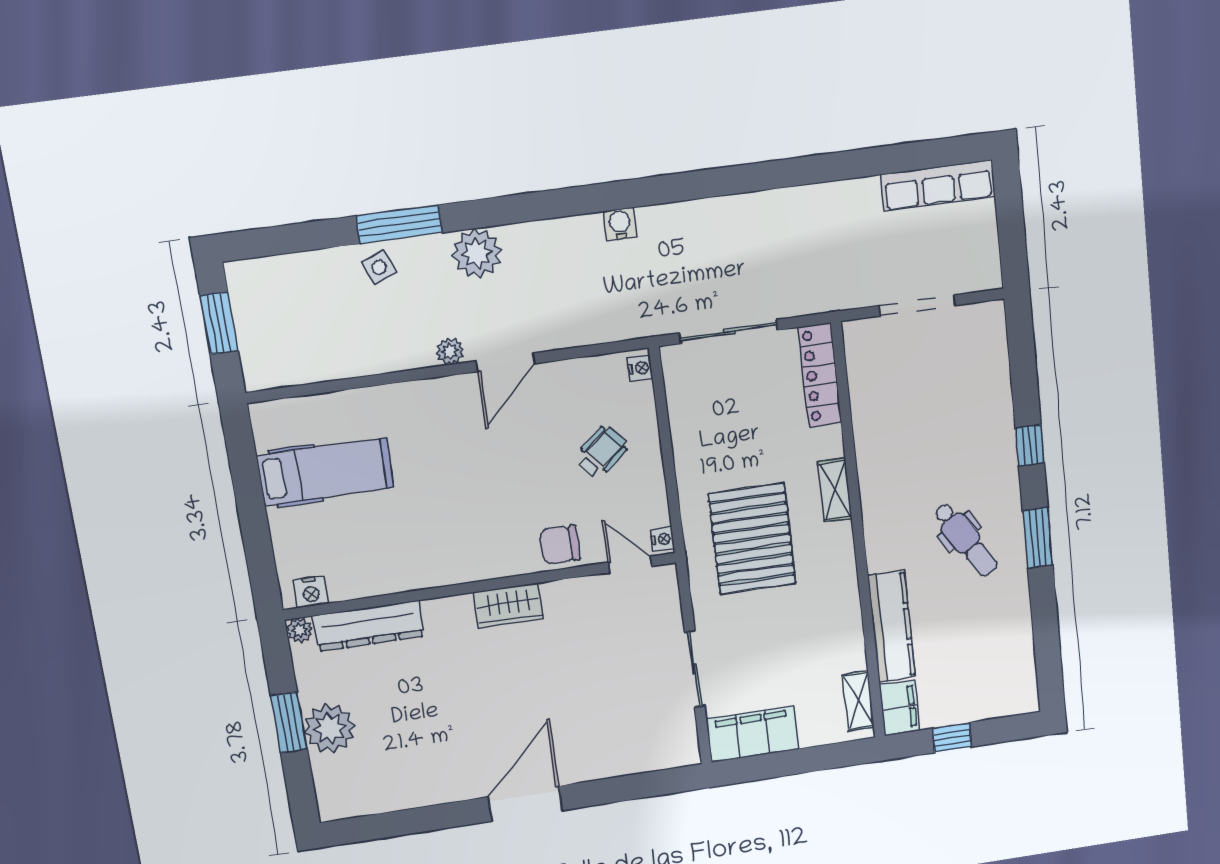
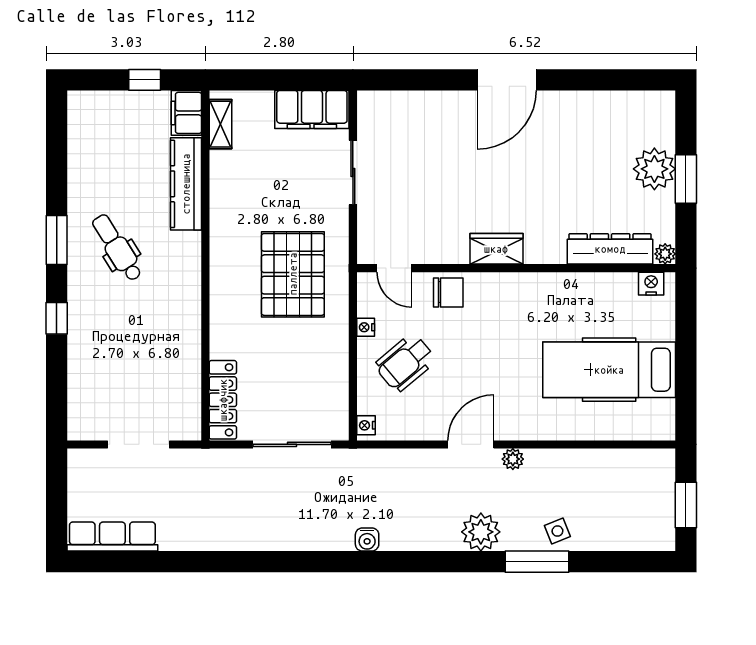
wheelchair: (602, 452) -> (405, 363), width x1.36, depth x1.37
hospital bed: (325, 472) -> (609, 370), width x1.37, depth x1.29
shelving: (835, 490) -> (221, 305), removed
nightstand: (663, 539) -> (366, 327), moved

